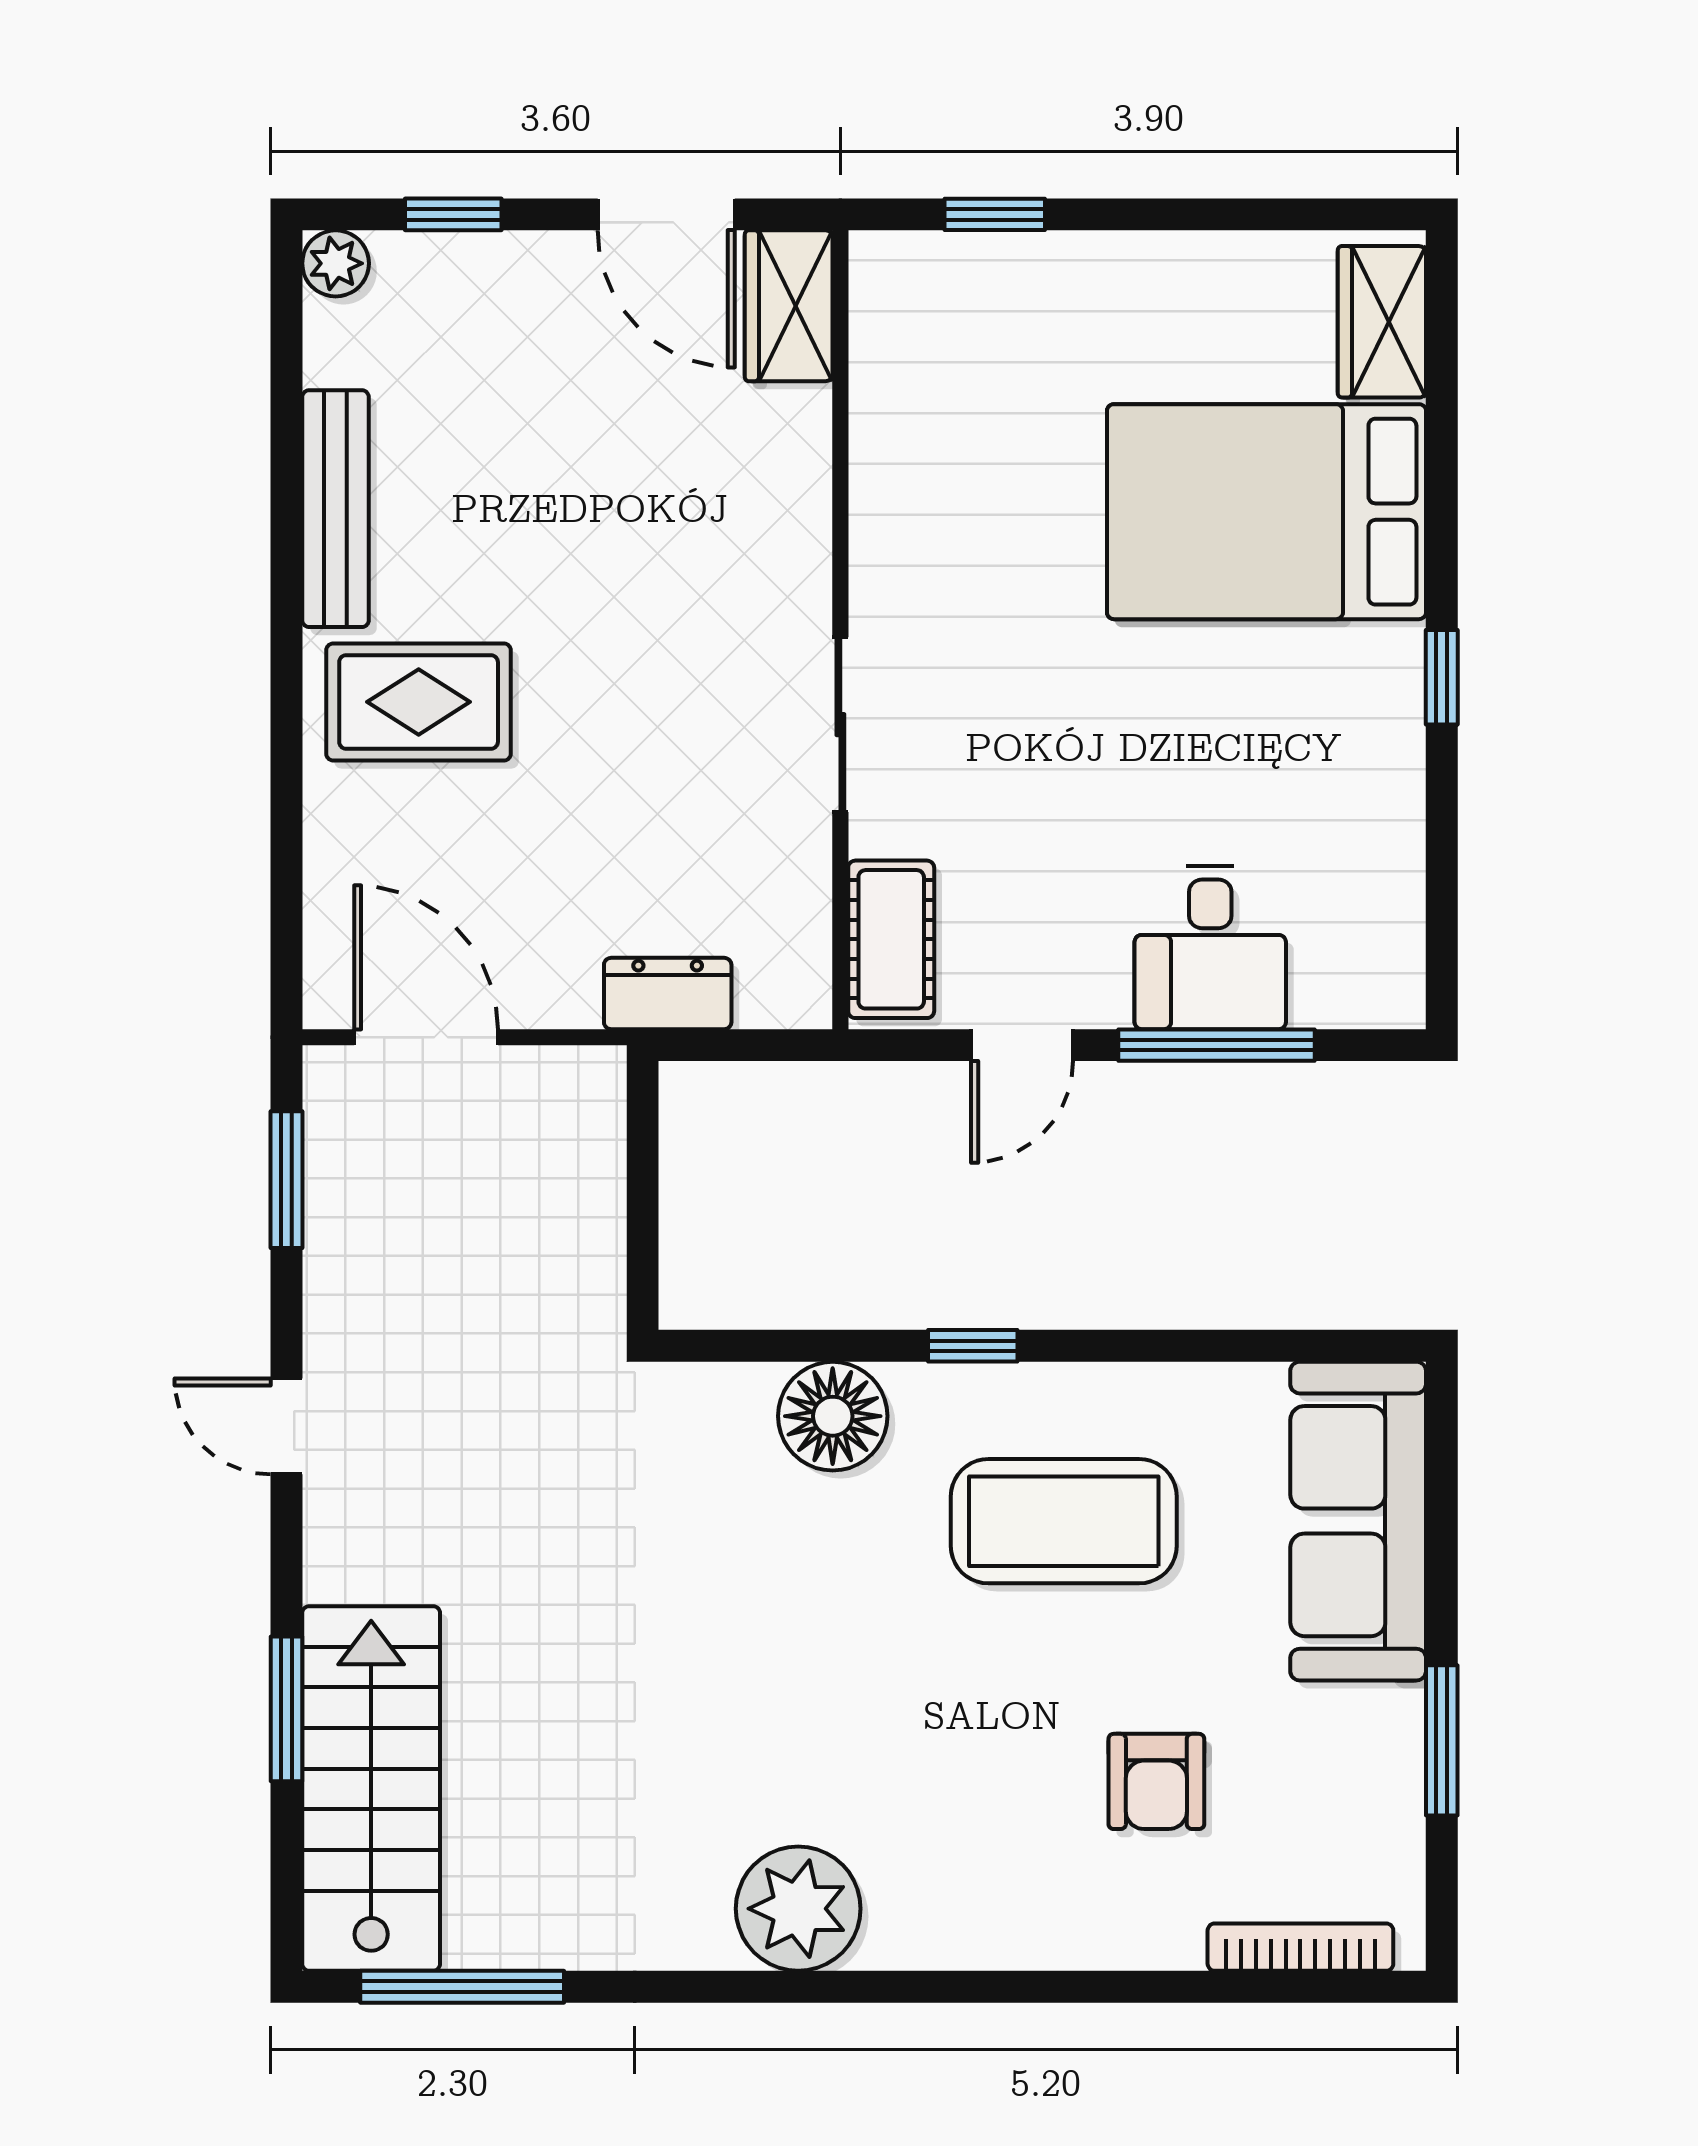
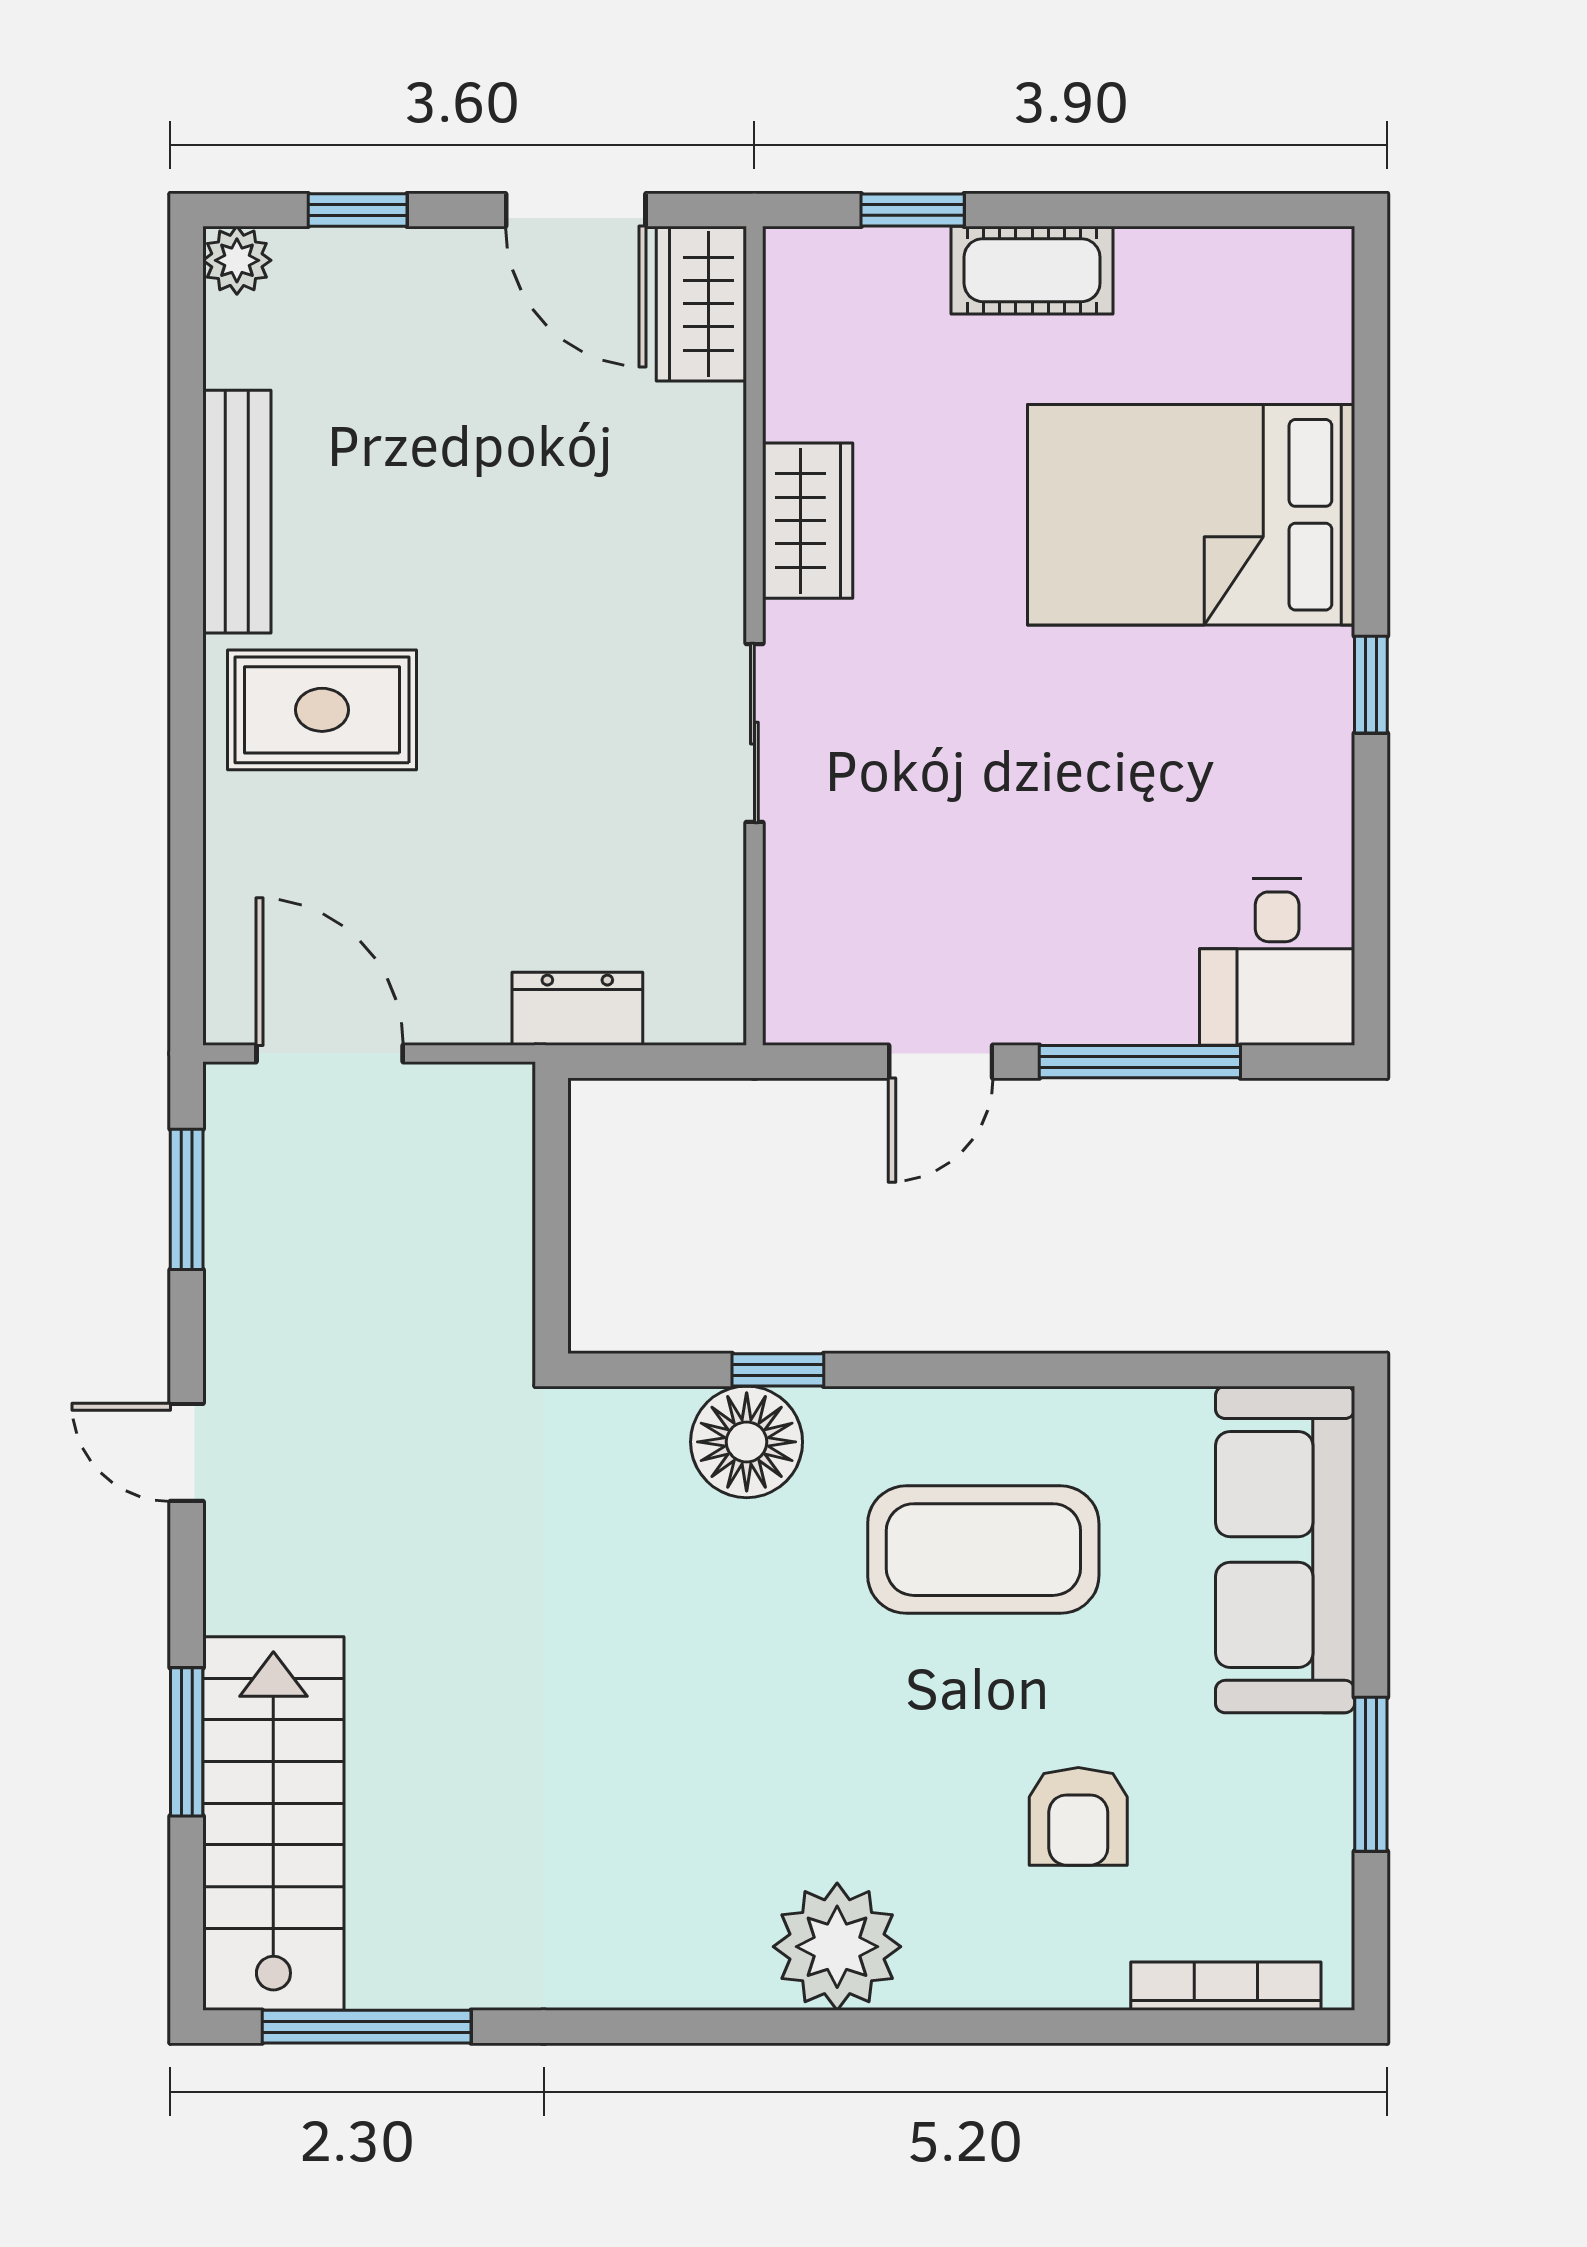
wardrobe: (1382, 322) -> (808, 521), moved, turned 180
cot: (891, 939) -> (1032, 270), moved, turned 90
desk: (1210, 948) -> (1277, 962), moved
window: (973, 1346) -> (778, 1370), moved
plant: (798, 1909) -> (837, 1947), moved

